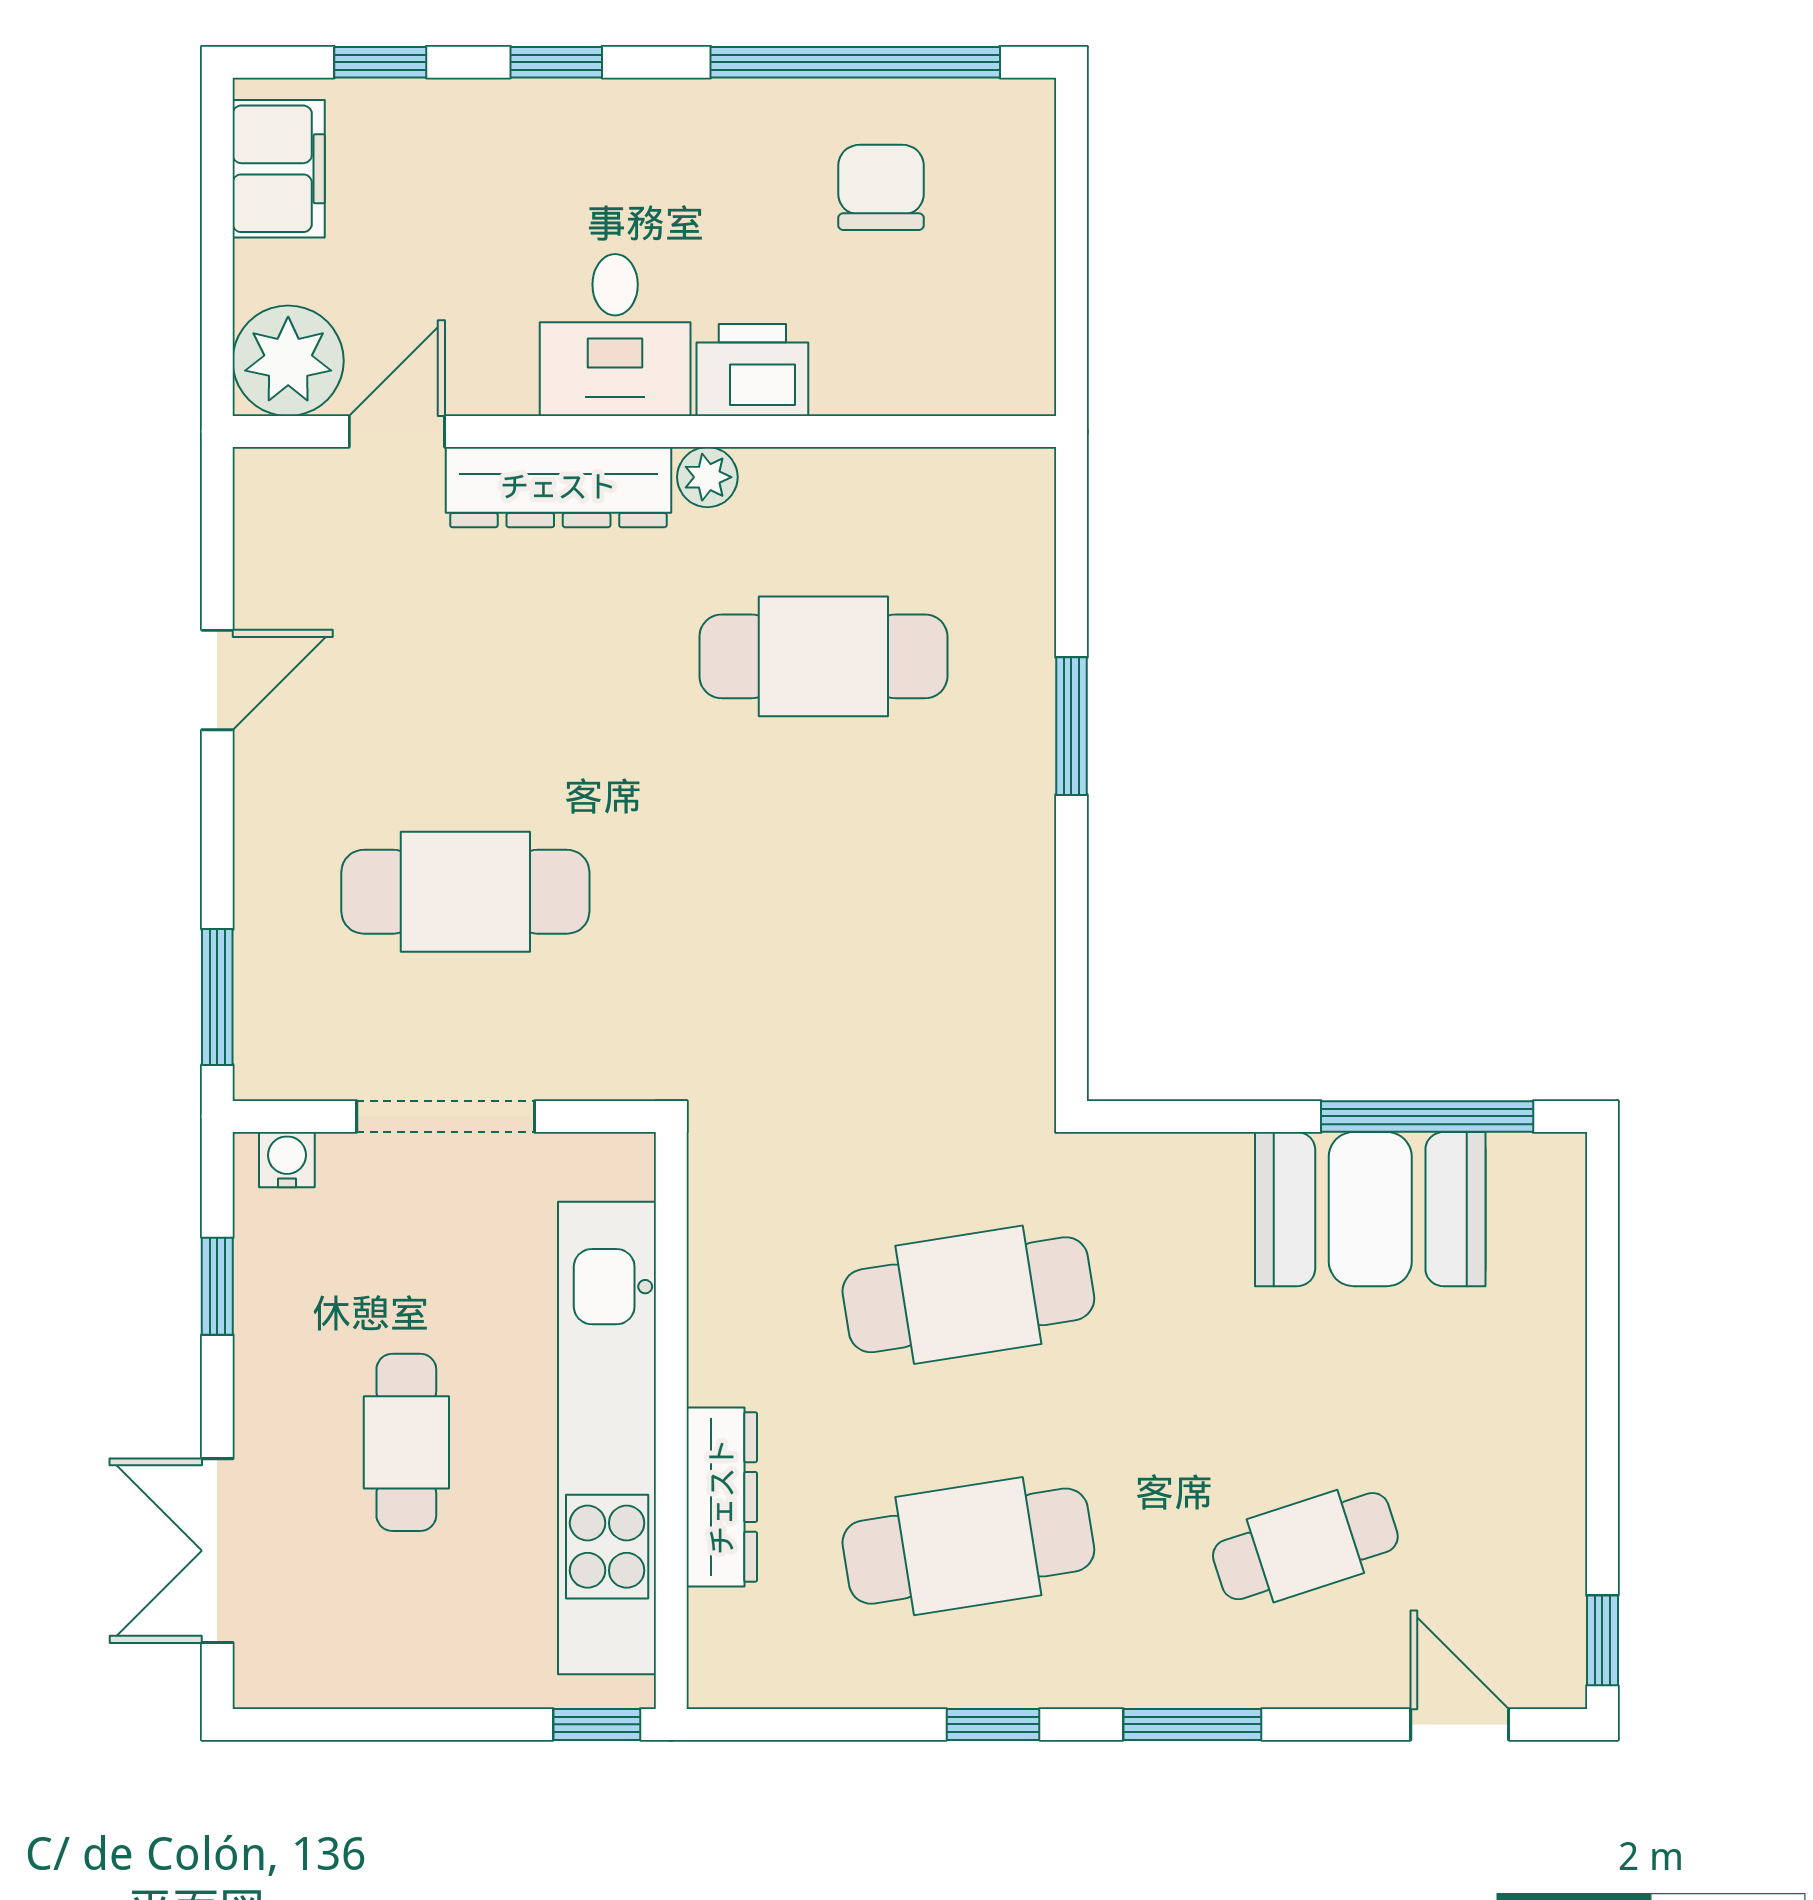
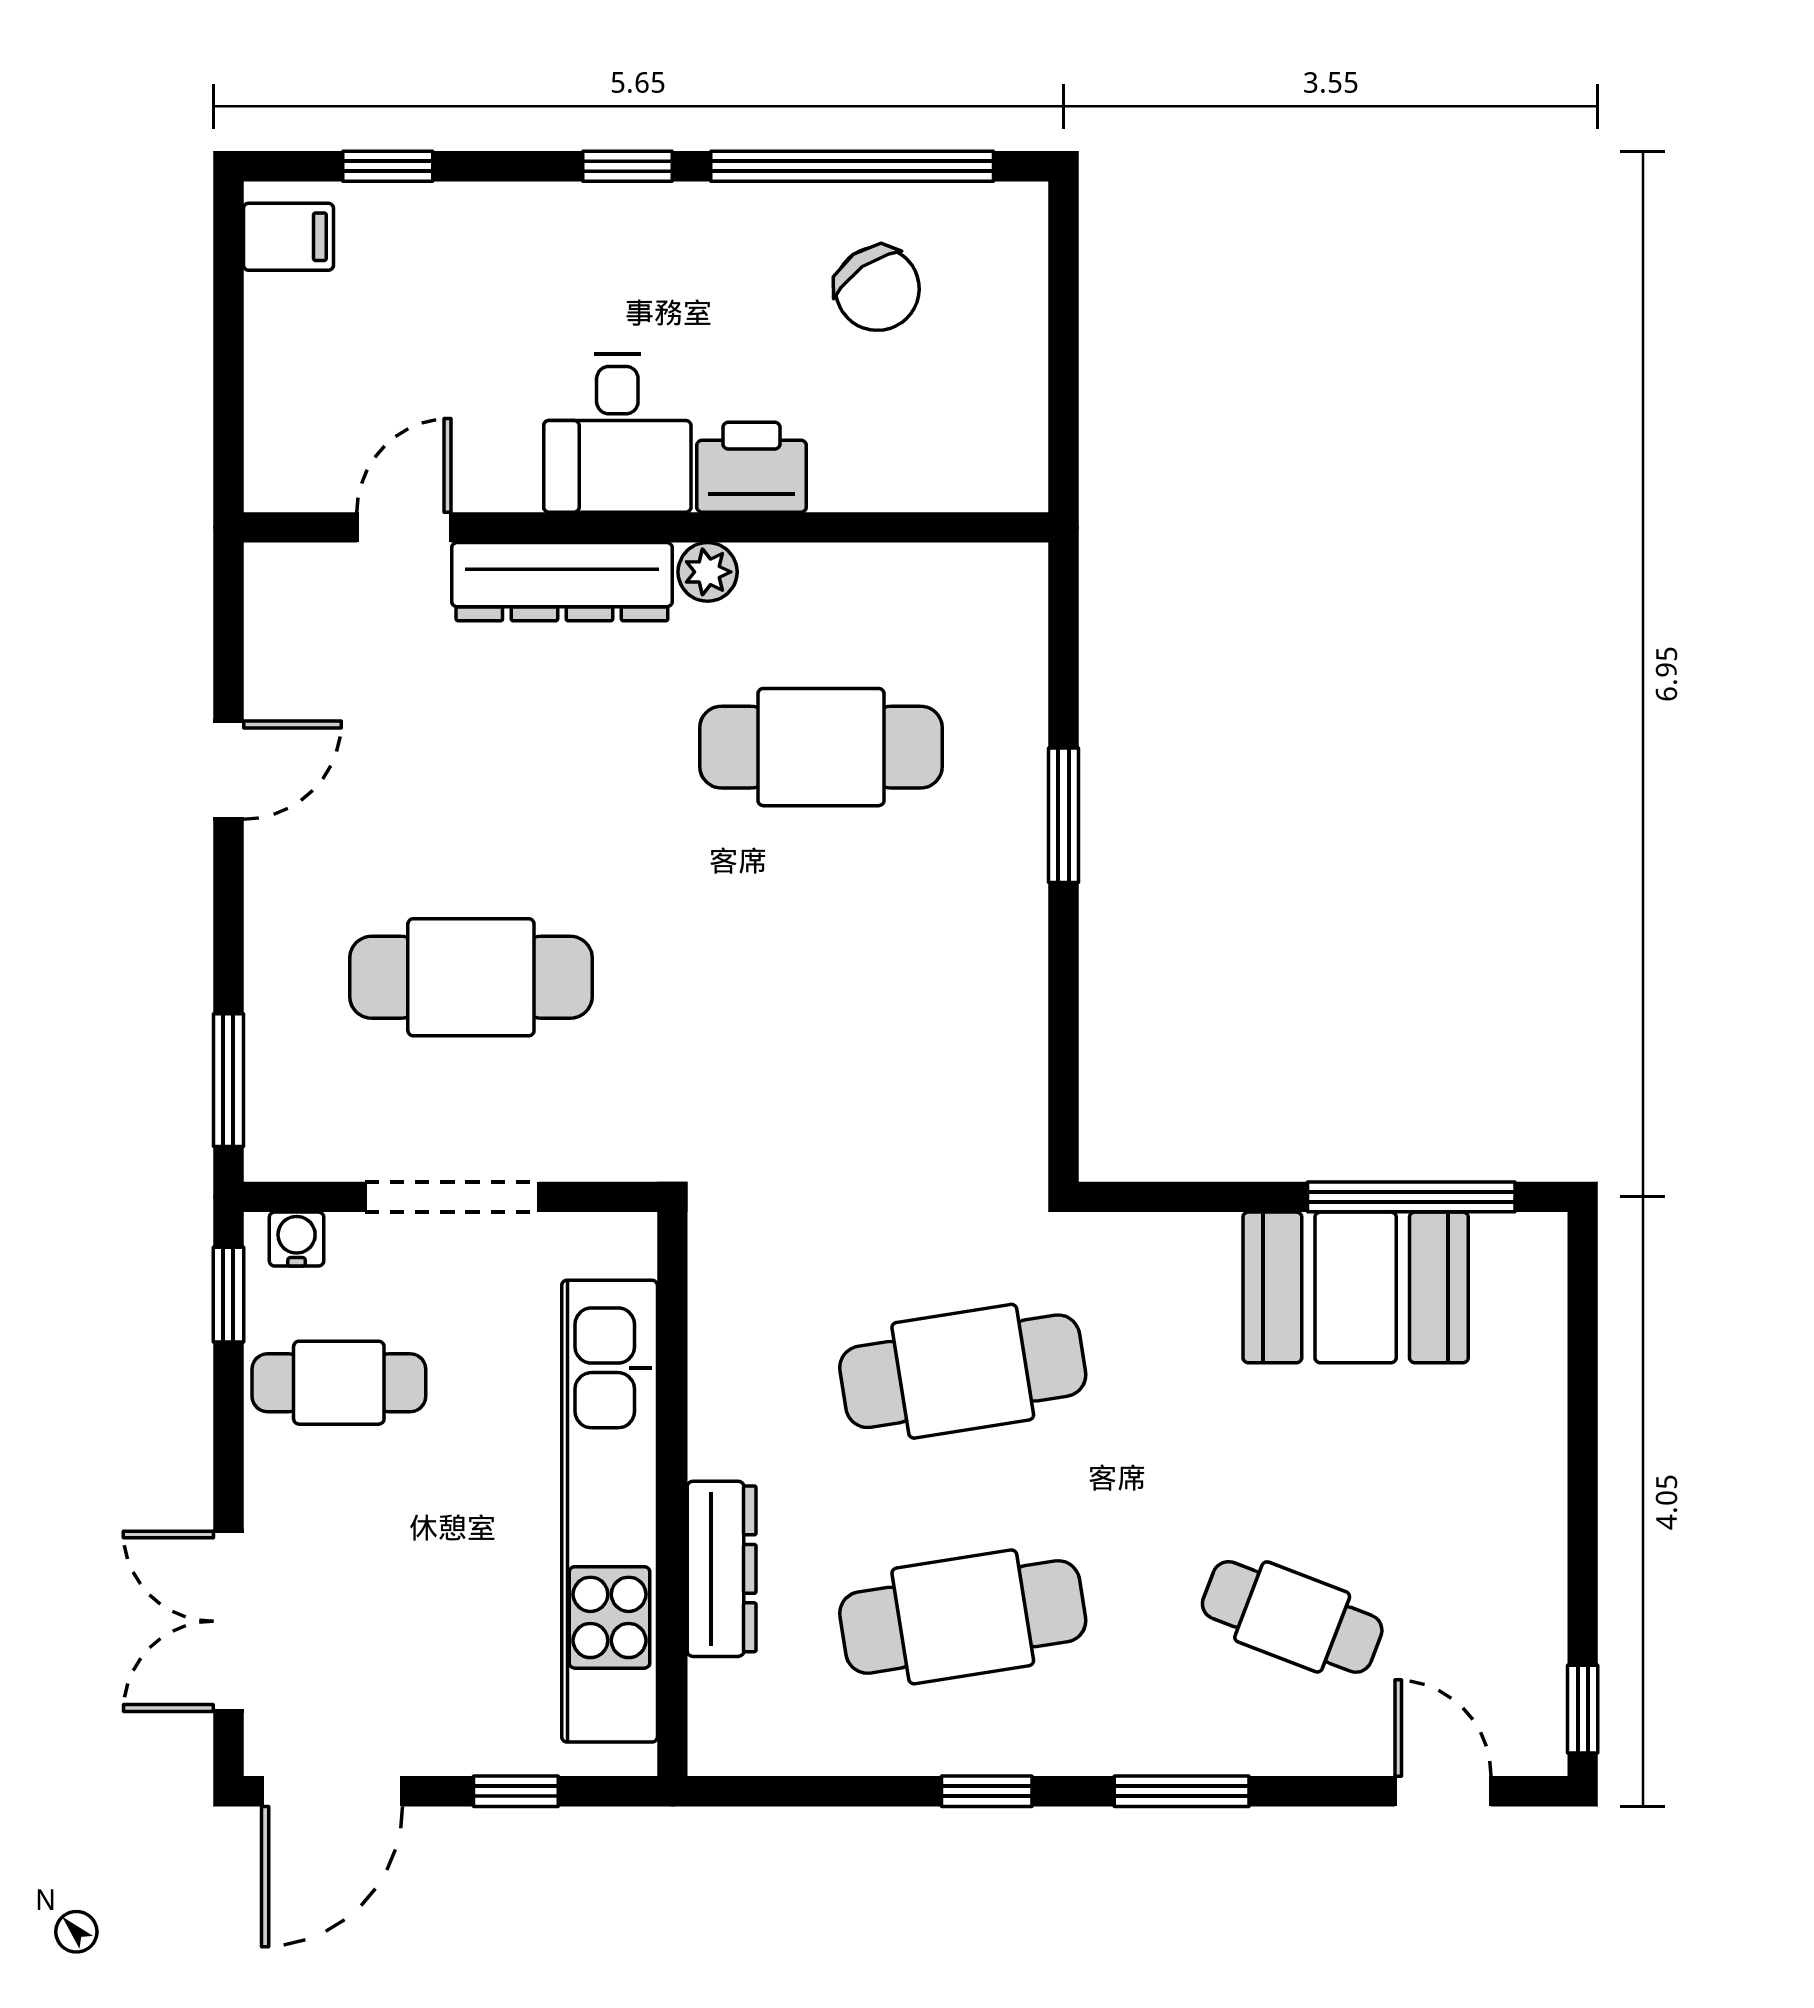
window: (556, 62) -> (628, 166), moved
filing cabinet: (279, 169) -> (288, 237), width x0.50
chair: (881, 187) -> (877, 289), turned 145
plant: (288, 361) -> (298, 458), removed
window: (217, 1286) -> (228, 1295), moved
cafe table: (406, 1442) -> (339, 1383), moved, turned 90
cafe table: (1305, 1546) -> (1292, 1617), turned 39
door: (323, 1724) -> (332, 1791), added
window: (597, 1724) -> (516, 1791), moved

